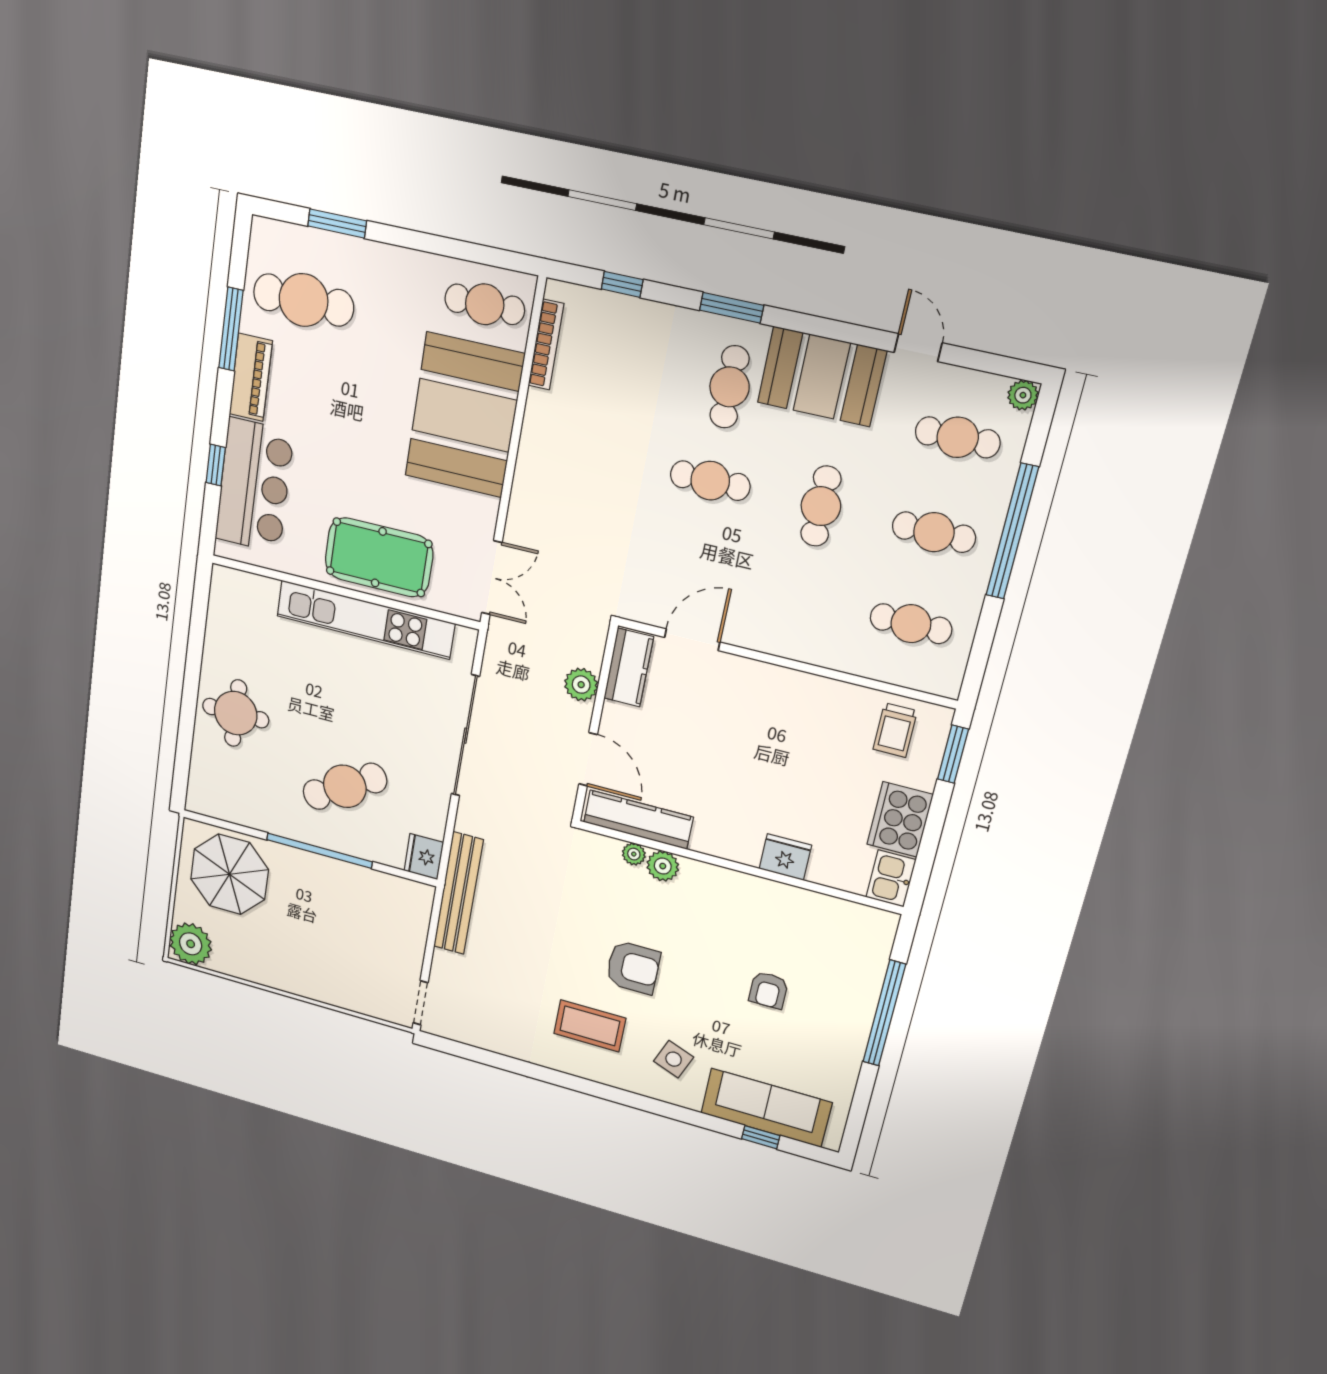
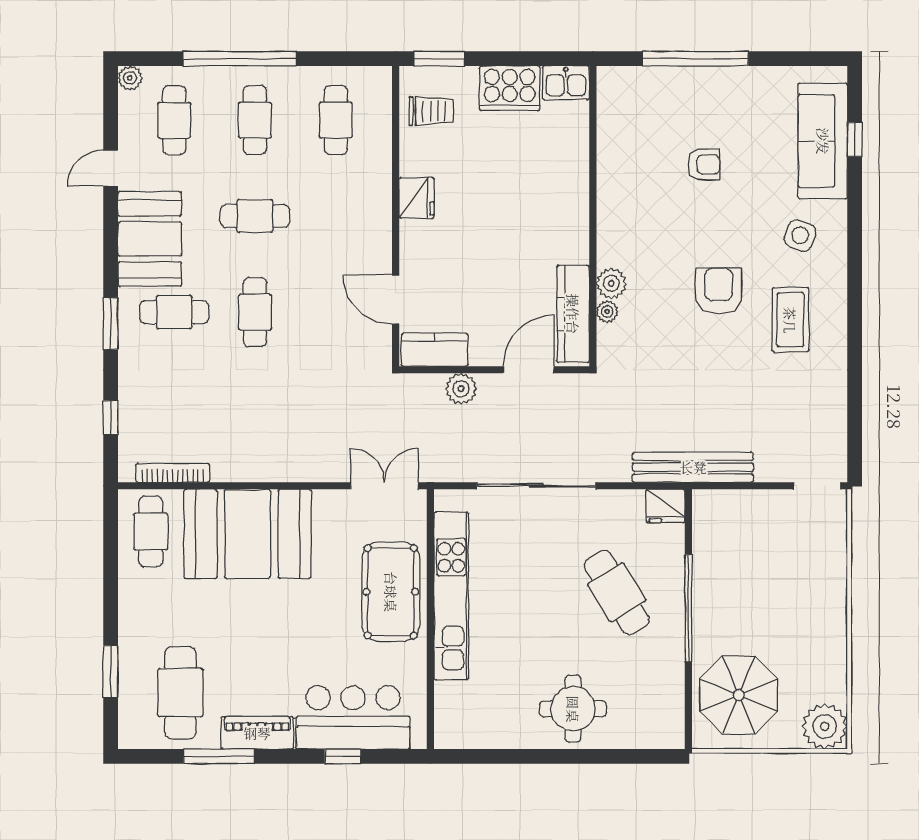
fridge: (785, 857) -> (417, 198), moved, turned 180

